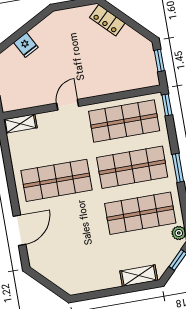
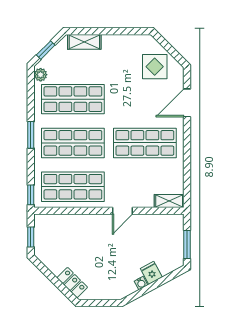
water cooler: (35, 32) -> (141, 283), added
display table: (60, 262) -> (155, 67), added

